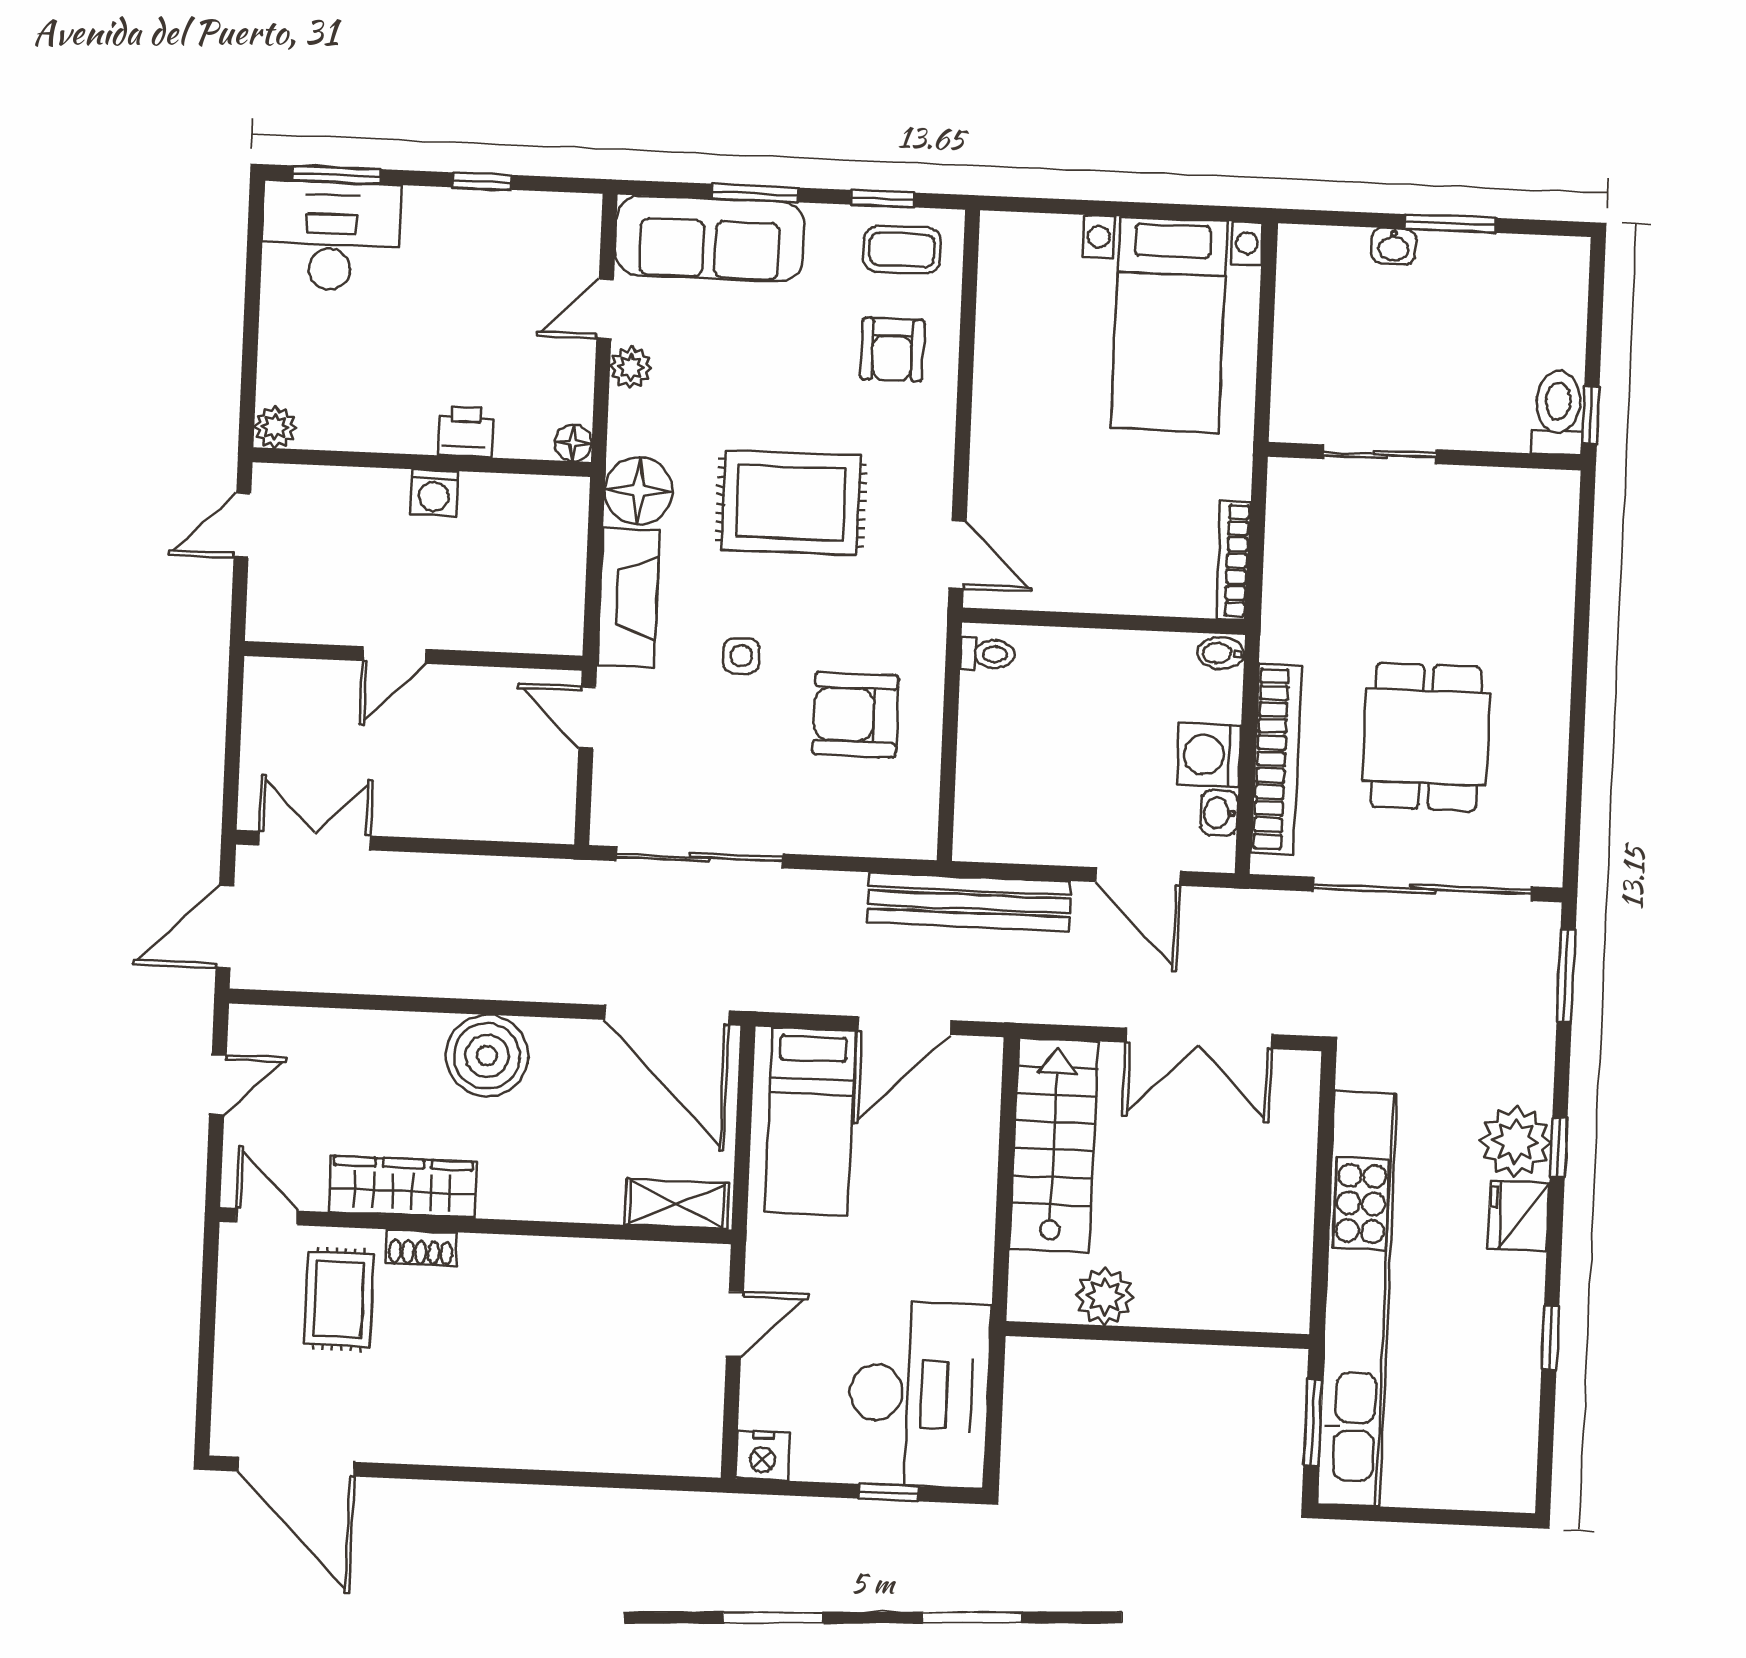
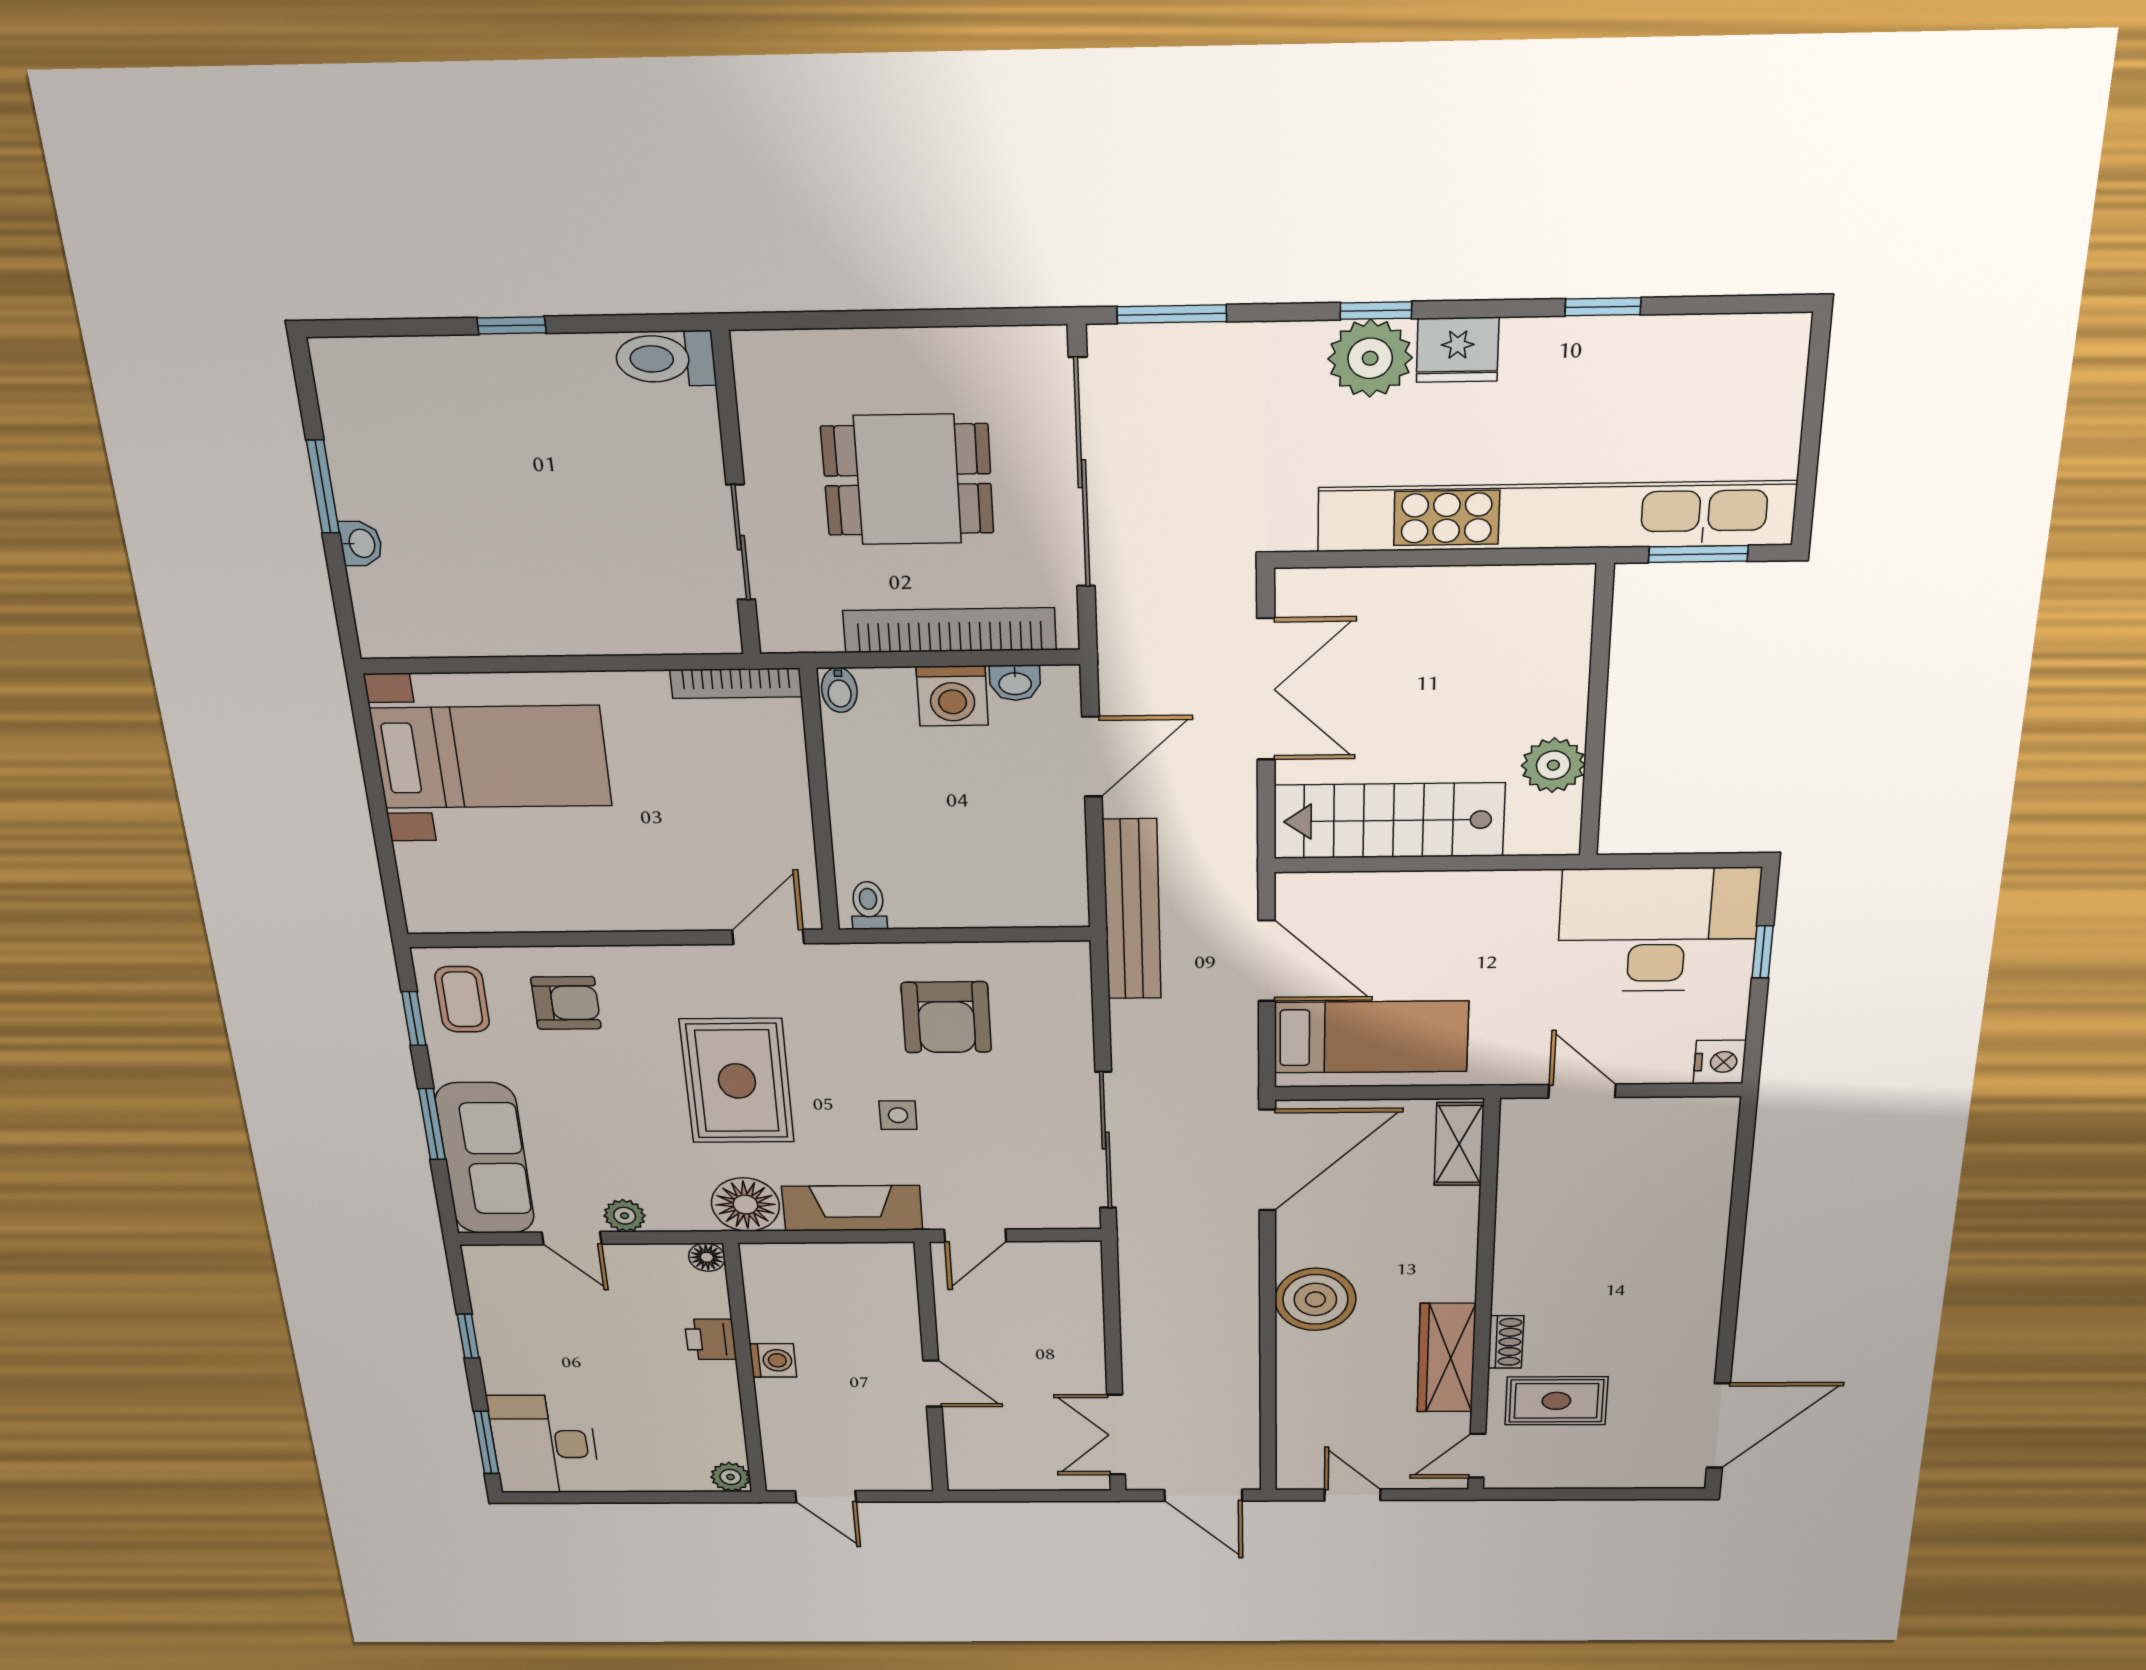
toilet: (1558, 413) -> (665, 359), moved
sliding door: (1380, 454) -> (741, 543), moved
wall: (1425, 456) -> (736, 497), moved

